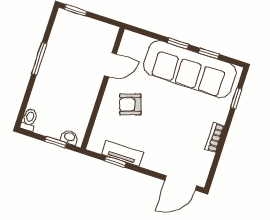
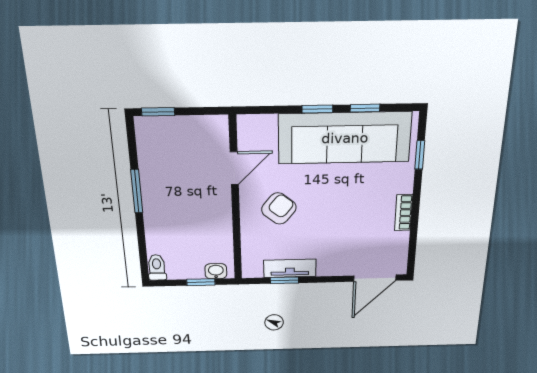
armchair: (130, 104) -> (279, 208), turned 147

